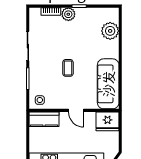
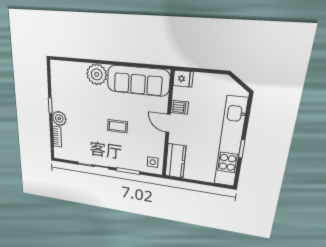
plant: (110, 31) -> (97, 74), moved
door: (76, 110) -> (168, 123), swing flipped
dishwasher: (90, 118) -> (180, 107), added
fridge: (108, 121) -> (183, 79), width x0.53, depth x0.75

